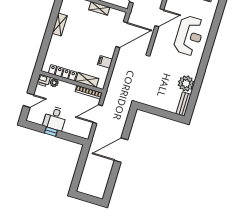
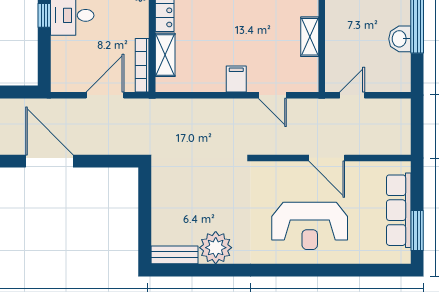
door: (122, 35) -> (272, 95), width x0.53
filing cabinet: (105, 62) -> (236, 79), moved
door: (98, 114) -> (105, 95), hinge flipped

